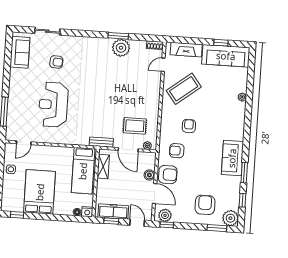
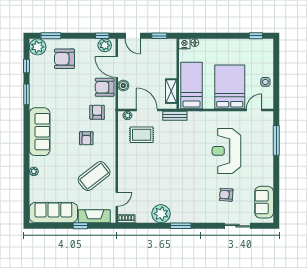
window: (118, 36) -> (181, 226), moved
window: (221, 43) -> (80, 226), moved
reception desk: (53, 105) -> (226, 151), turned 180
armchair: (177, 151) -> (97, 112), turned -91
sofa: (232, 158) -> (40, 132), moved, width x1.36
bed: (40, 192) -> (230, 87), moved, turned 180
armchair: (205, 205) -> (65, 59), turned 90
freezer: (113, 211) -> (158, 46), removed

